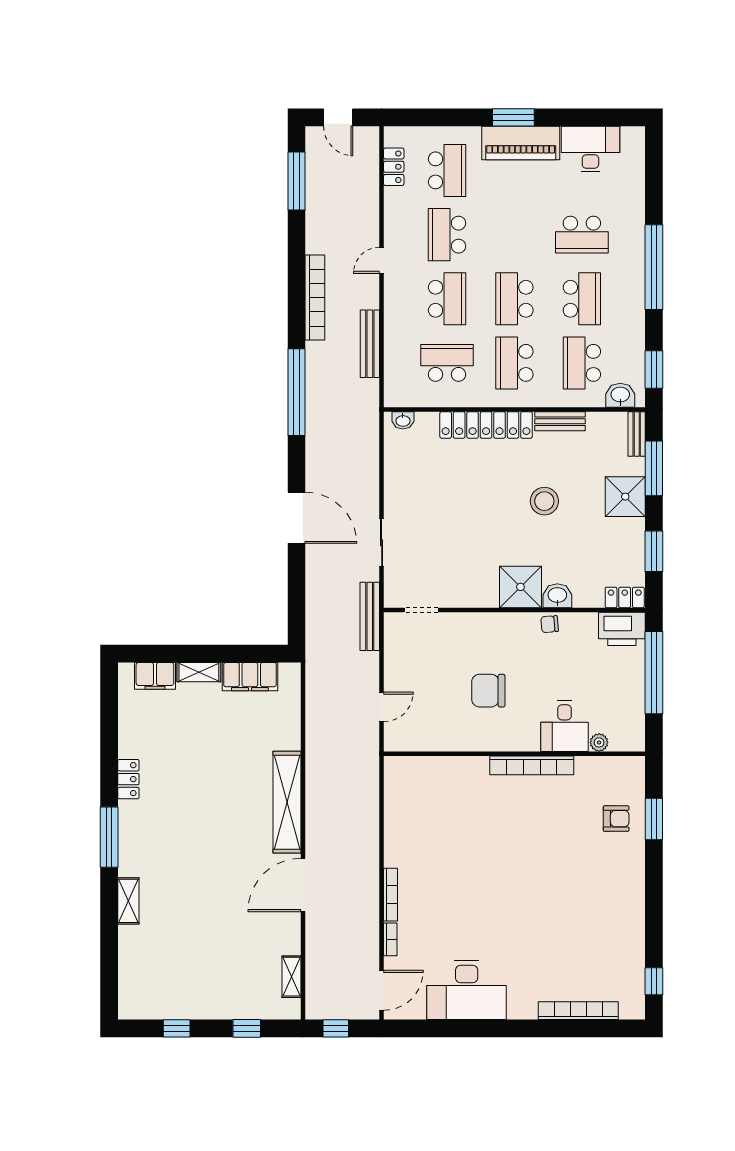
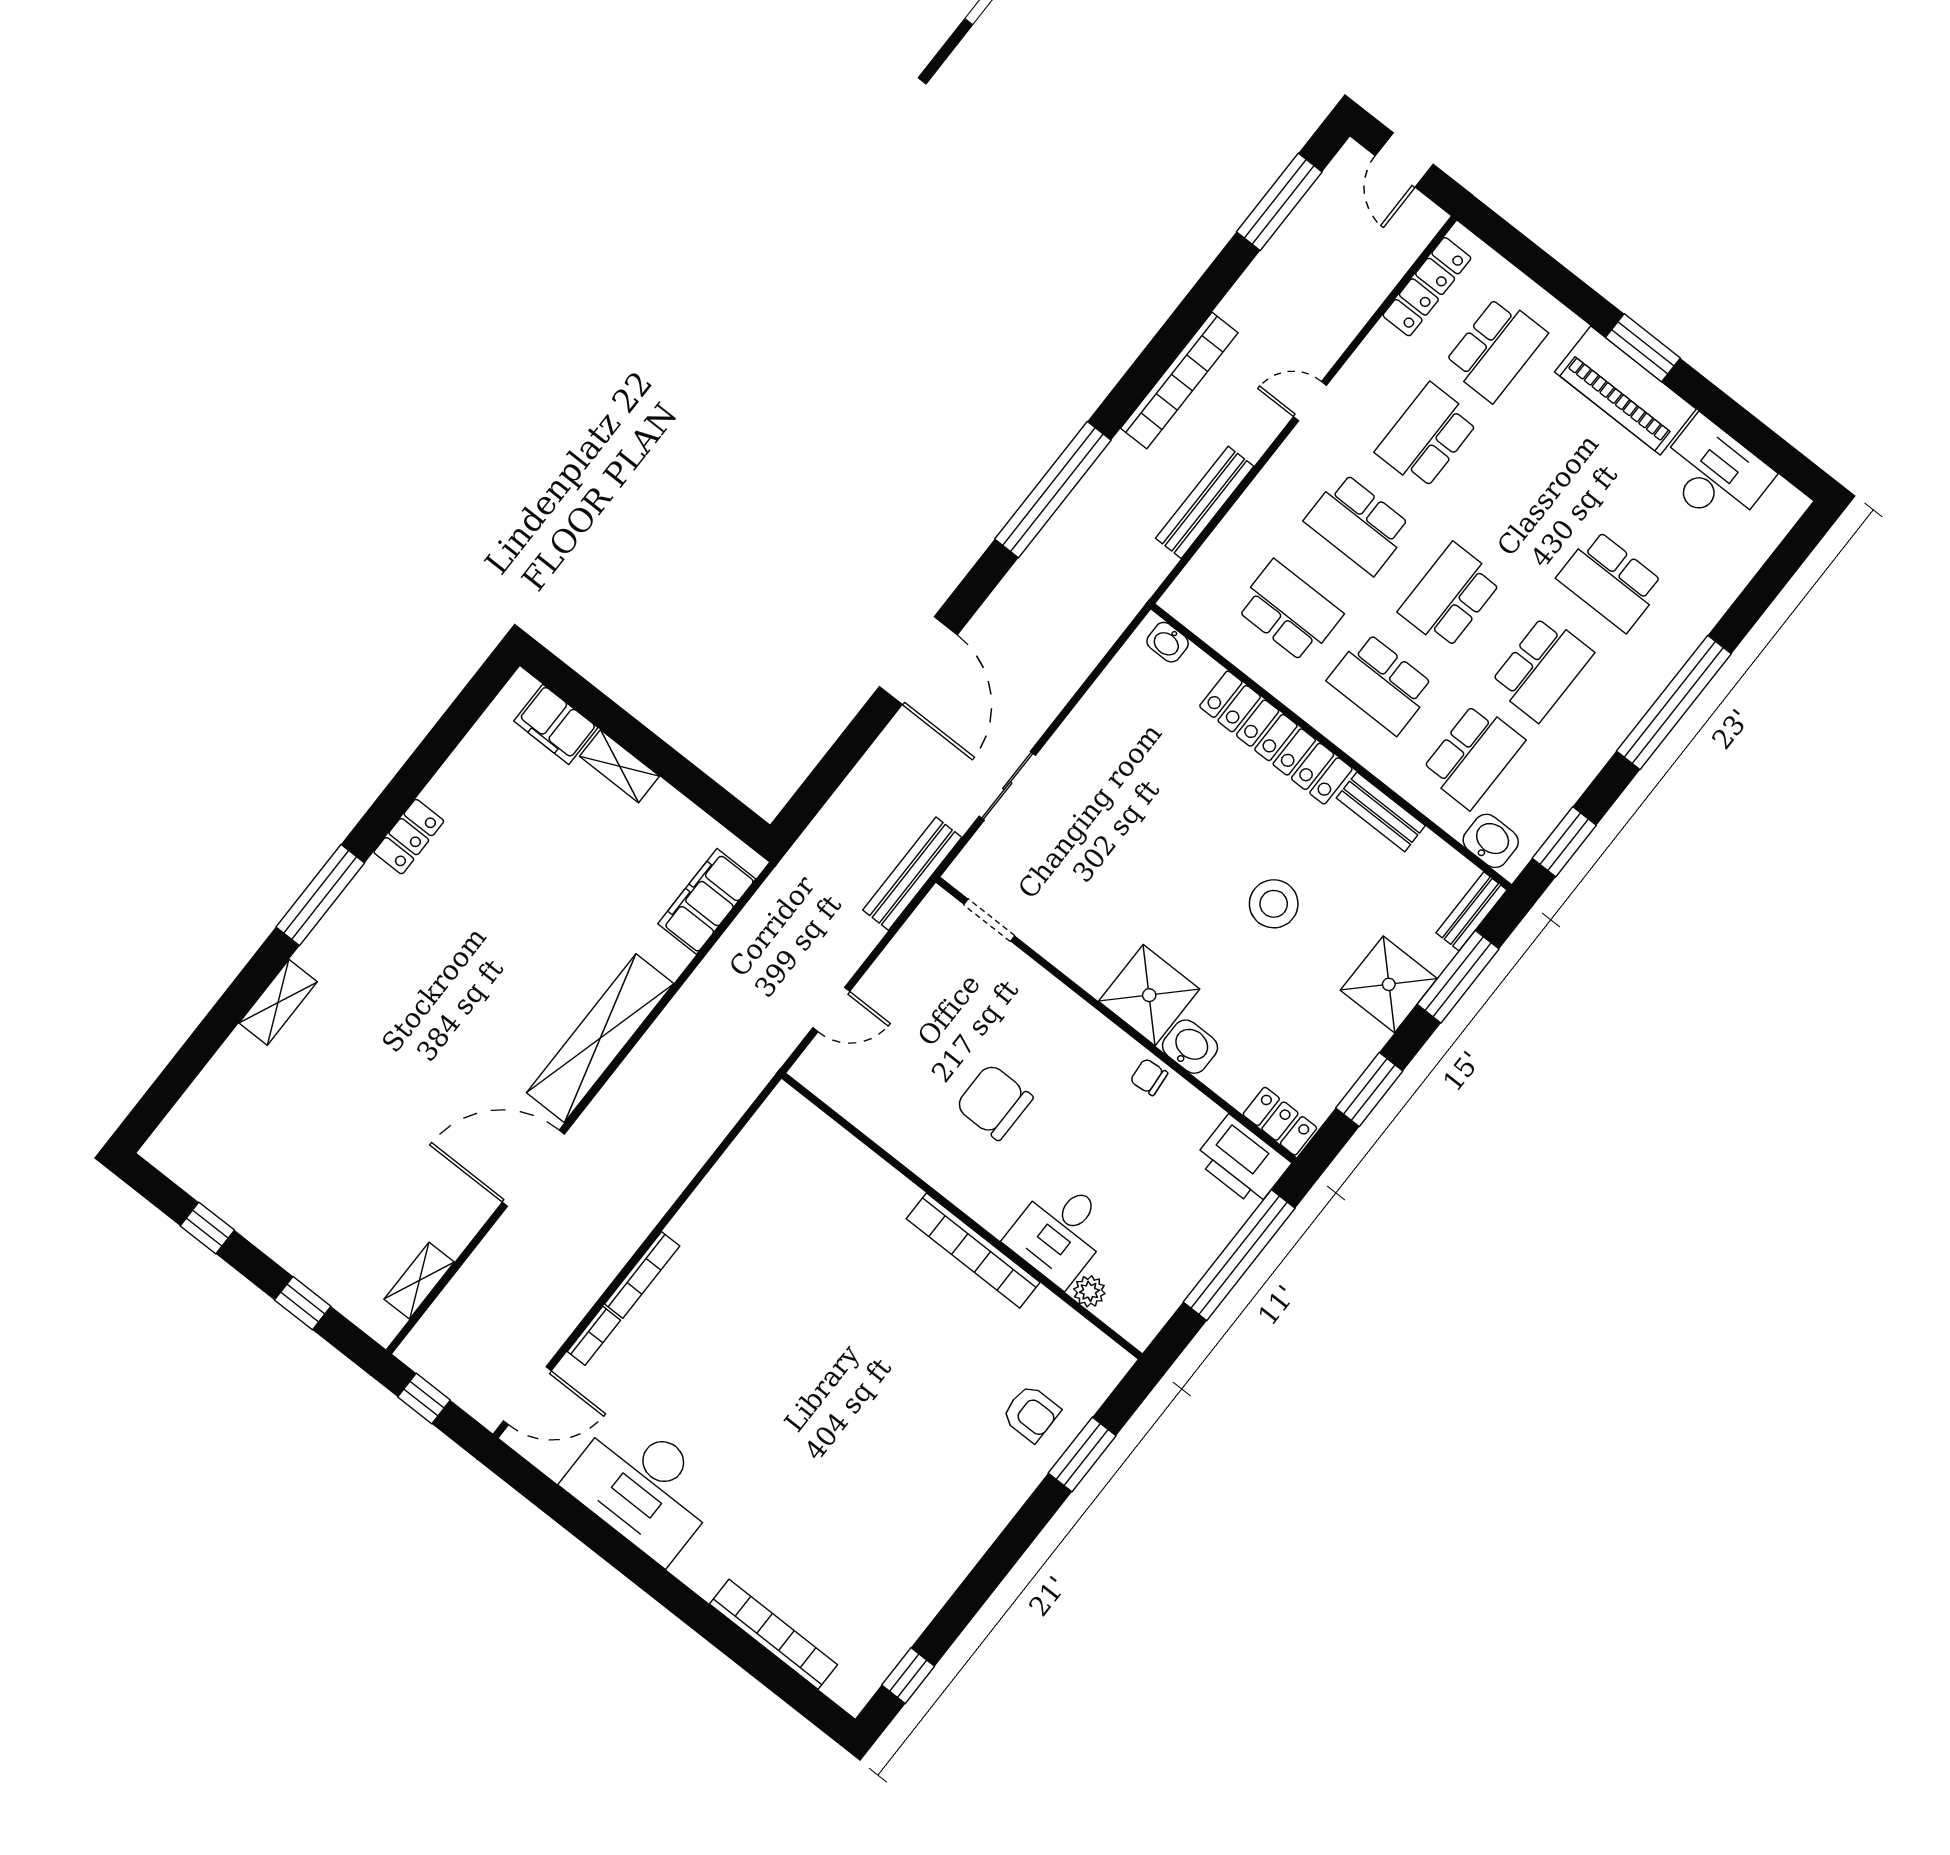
locker: (394, 167) -> (1427, 287), width x1.53
school desk: (447, 299) -> (1358, 524), turned 90
school desk: (514, 363) -> (1381, 683), turned -90
school desk: (582, 363) -> (1473, 756), turned 180
filing cabinet: (250, 677) -> (707, 901), moved, turned 90

